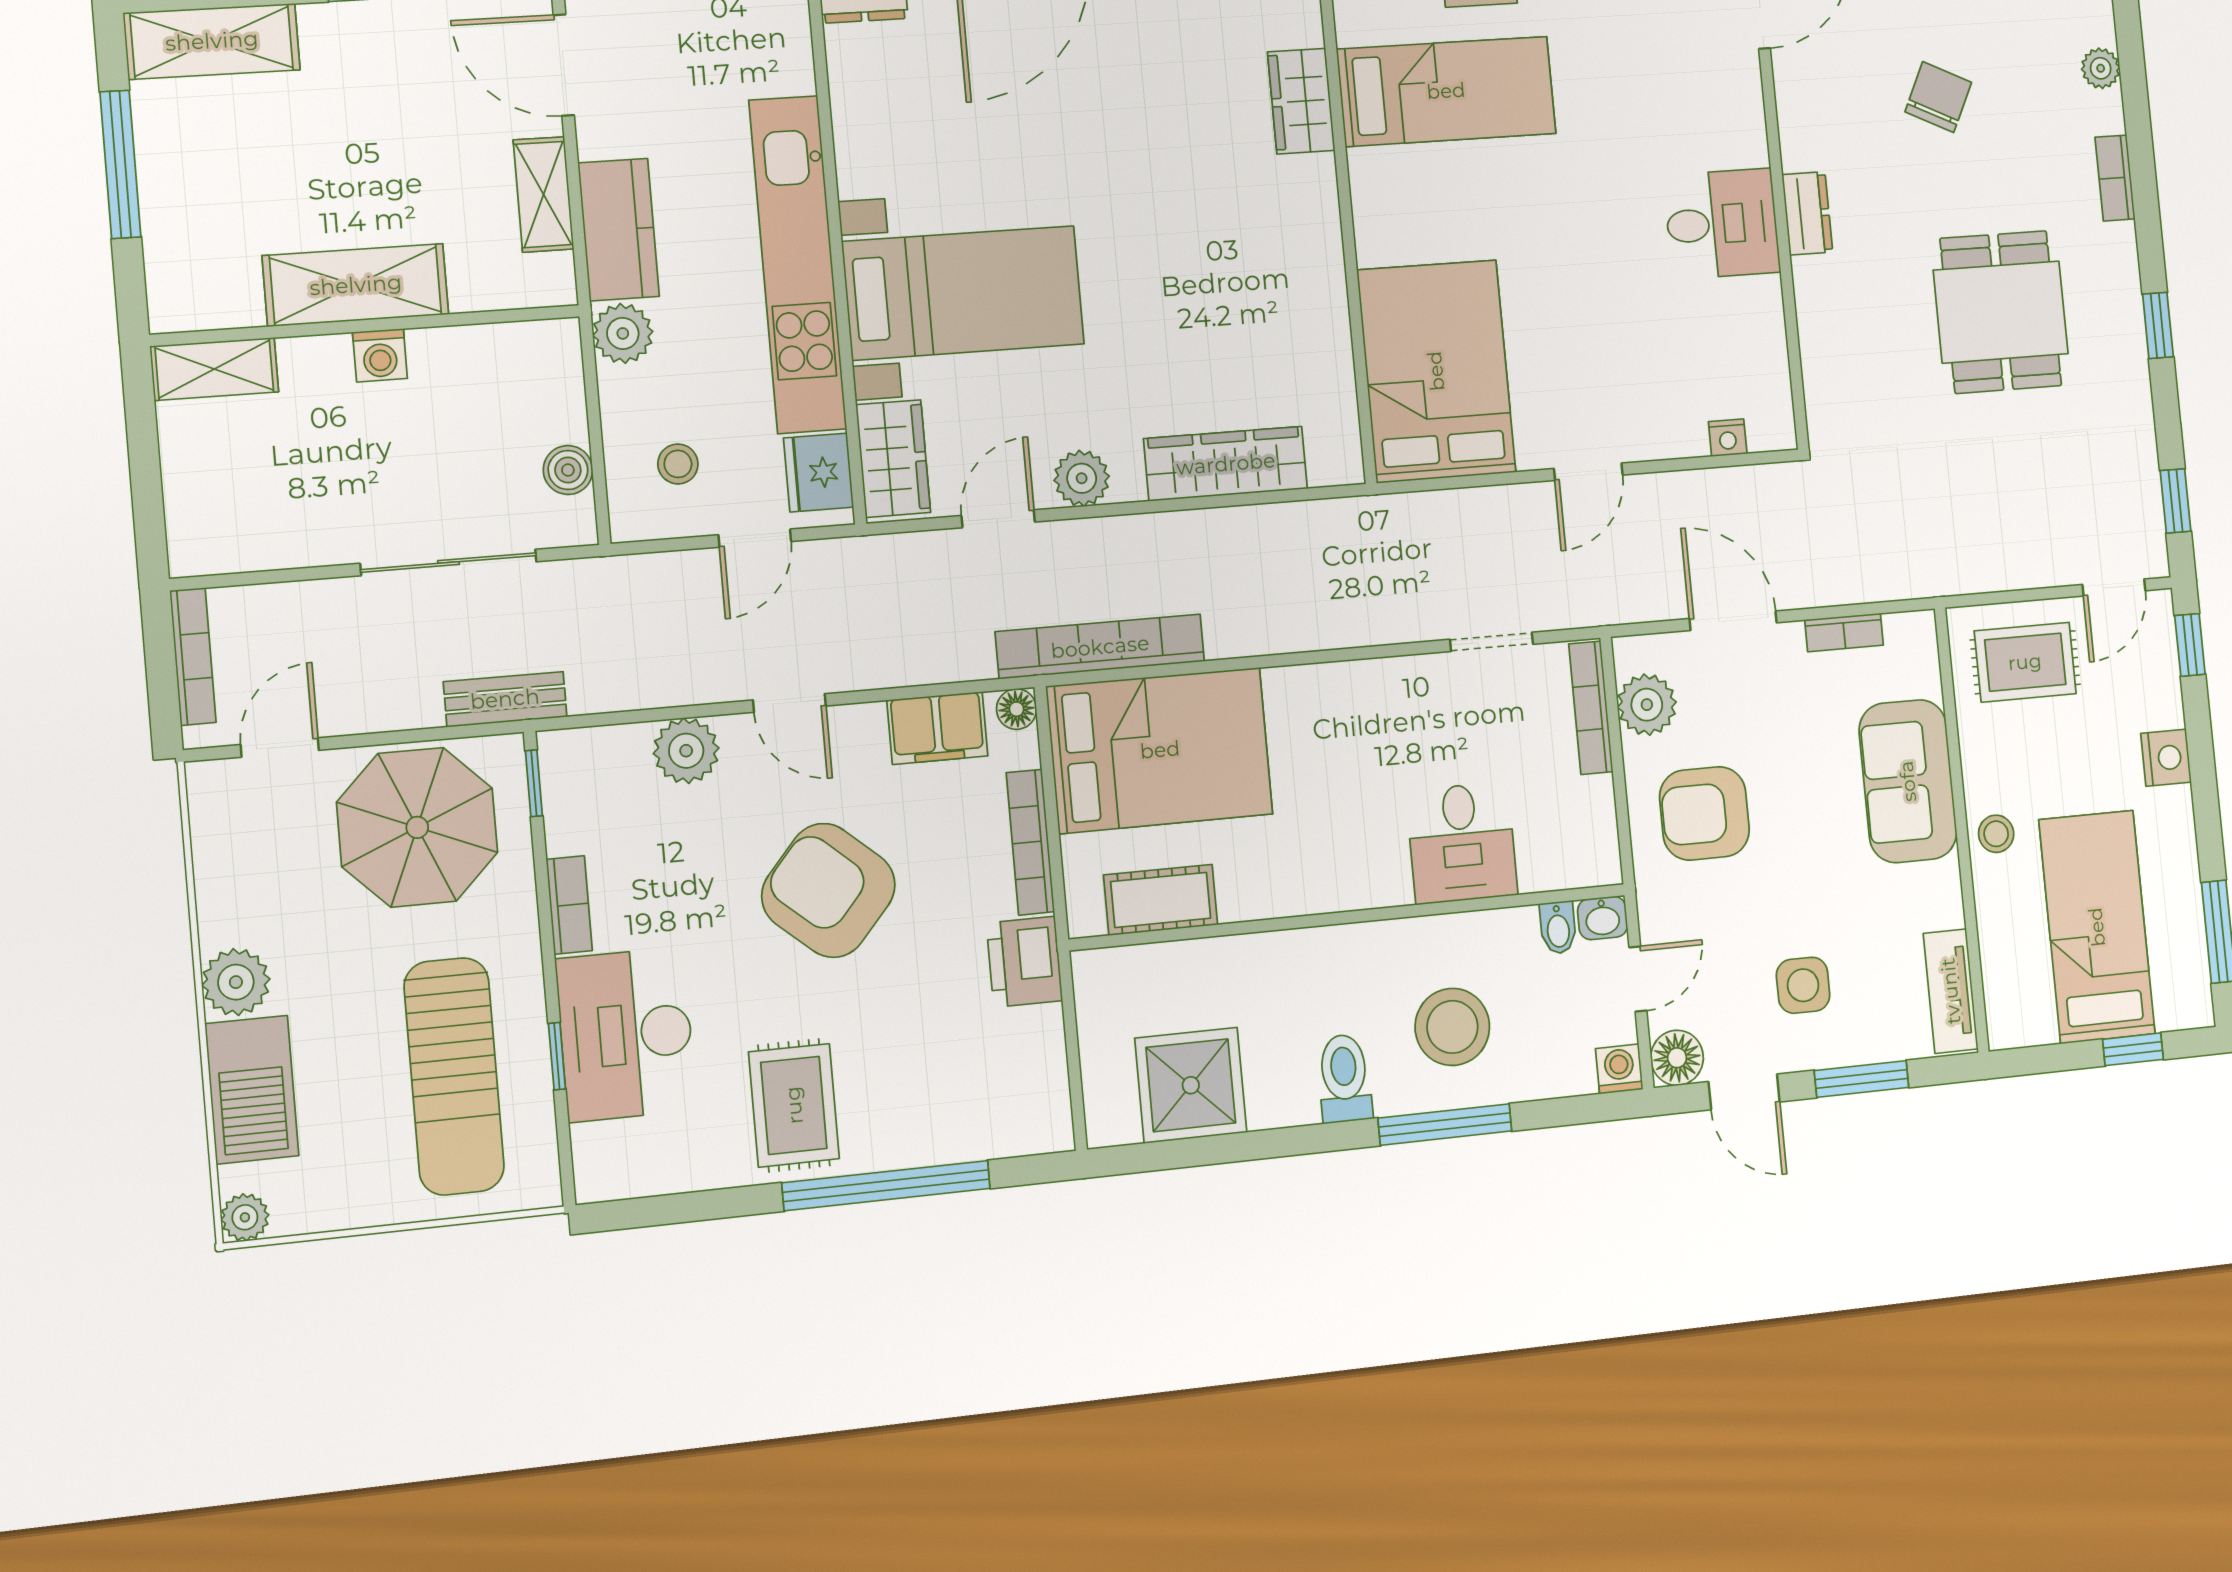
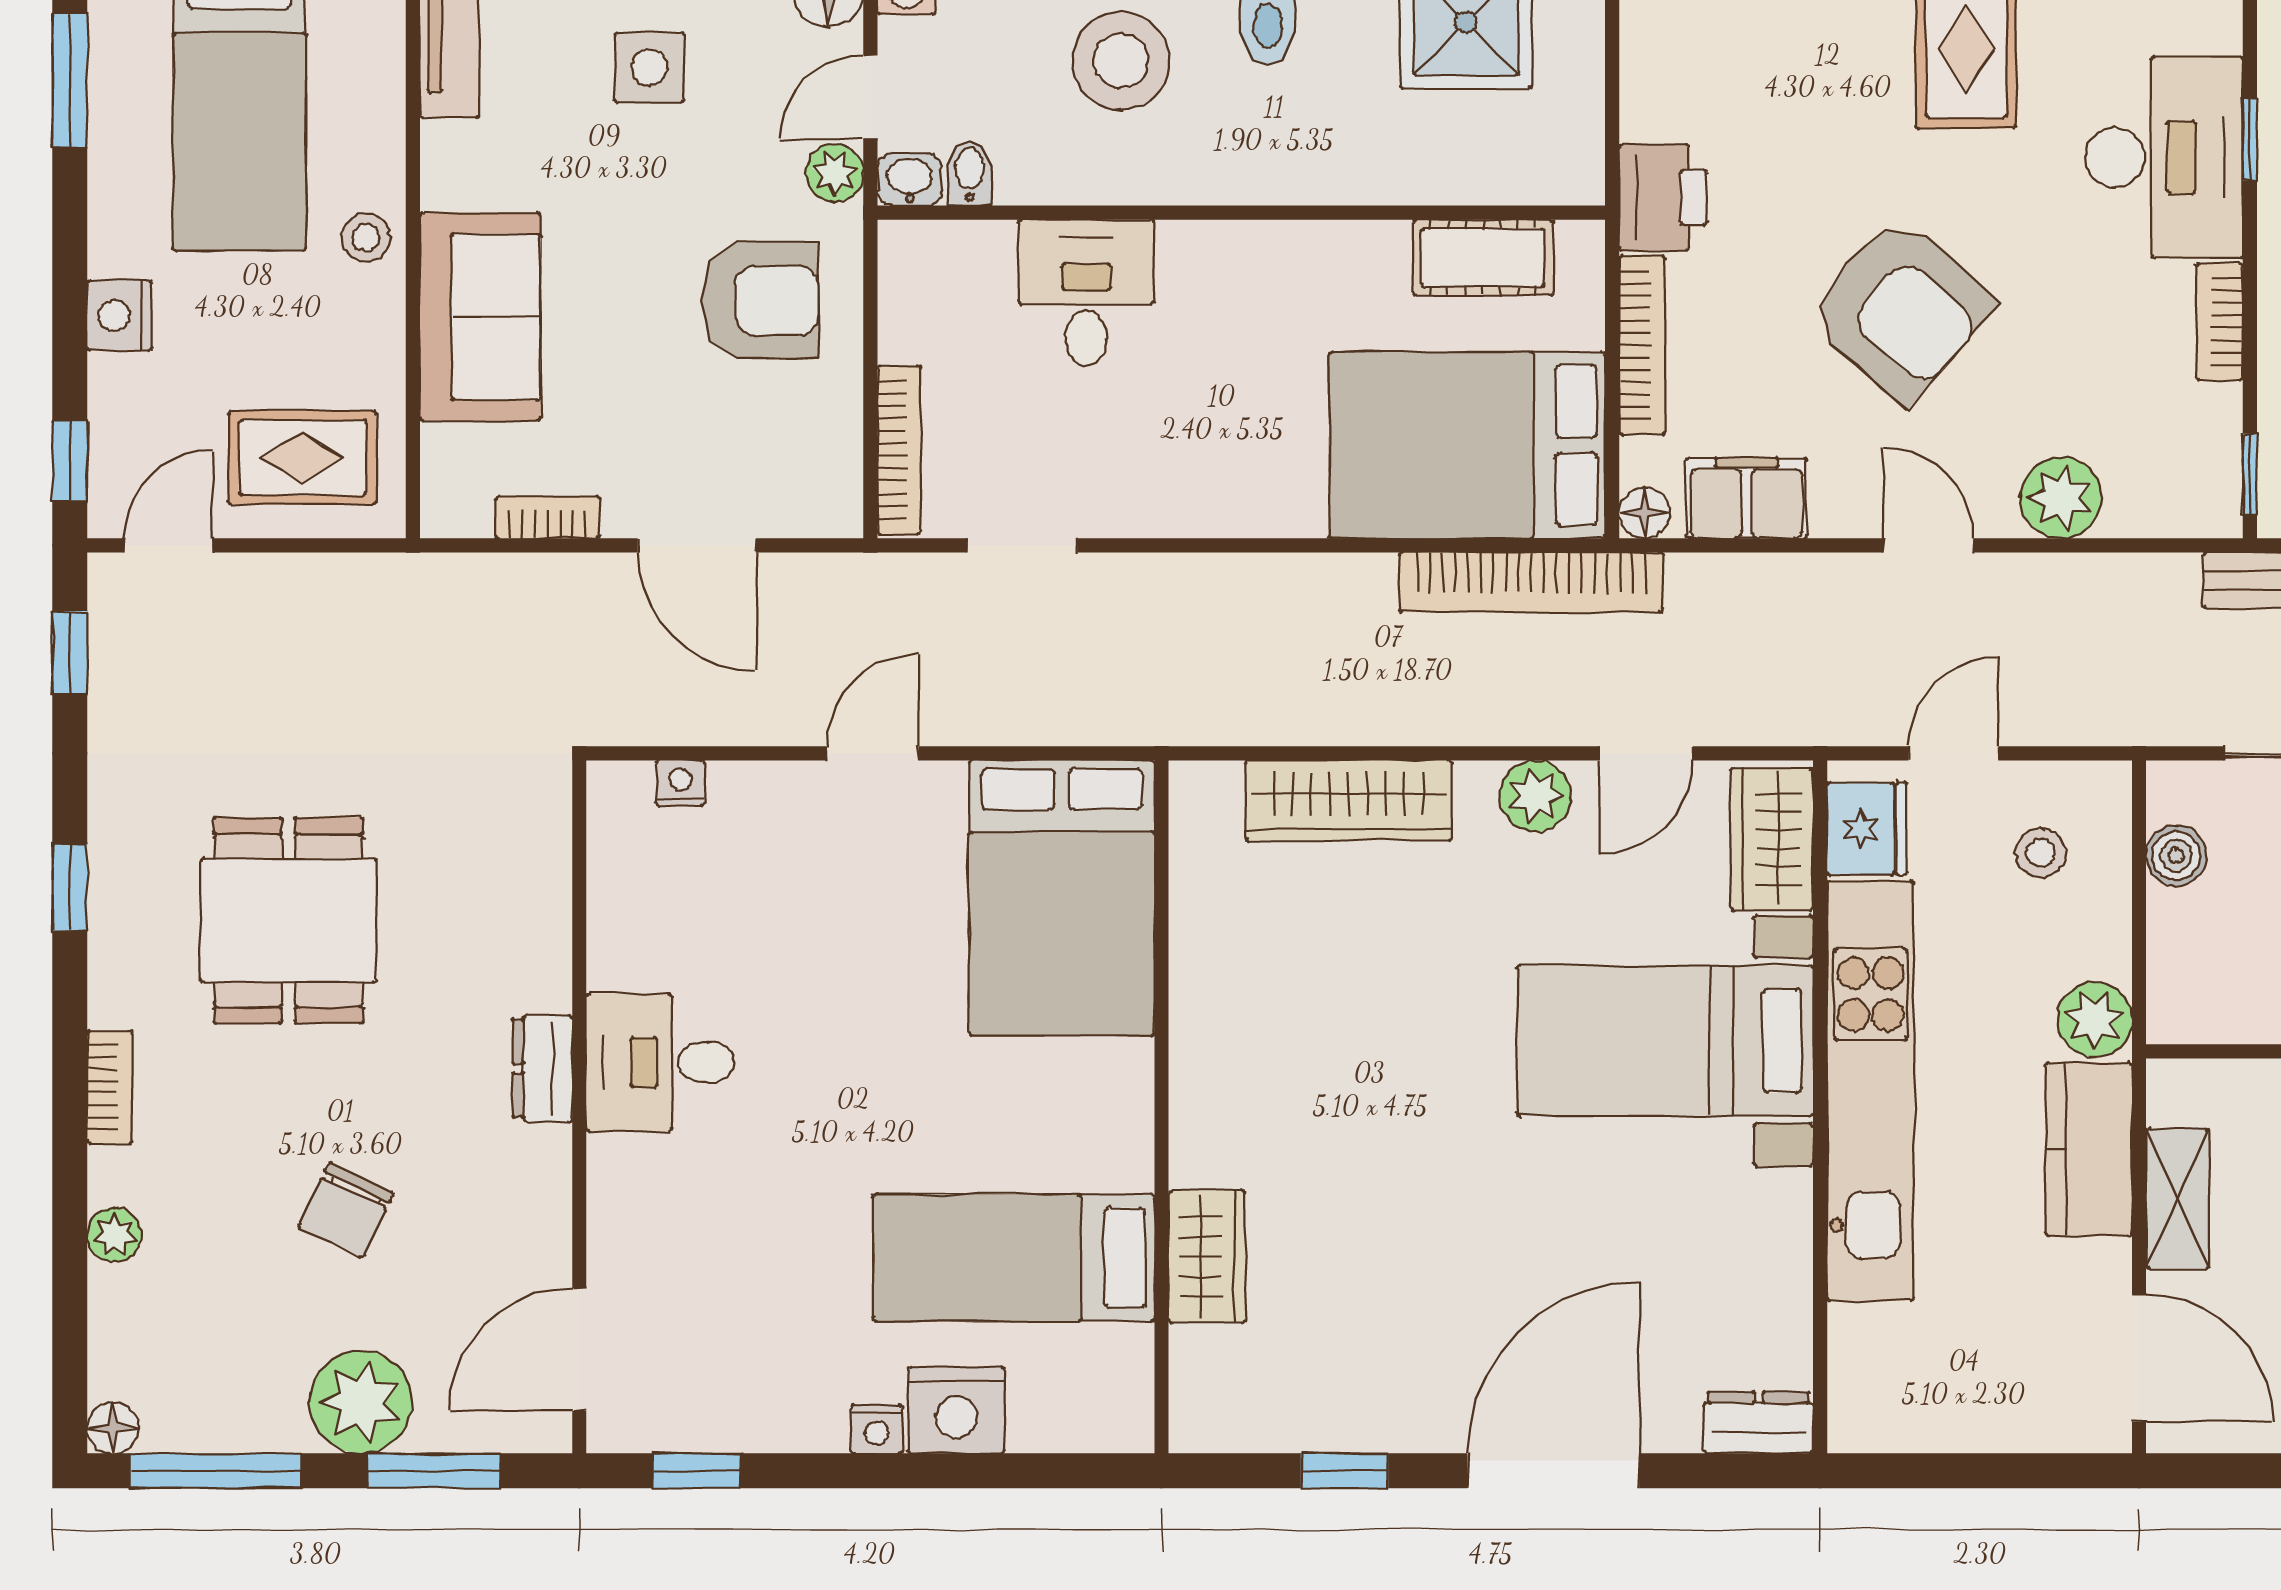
plant: (1647, 705) -> (835, 173), moved, width x0.73, depth x0.73

